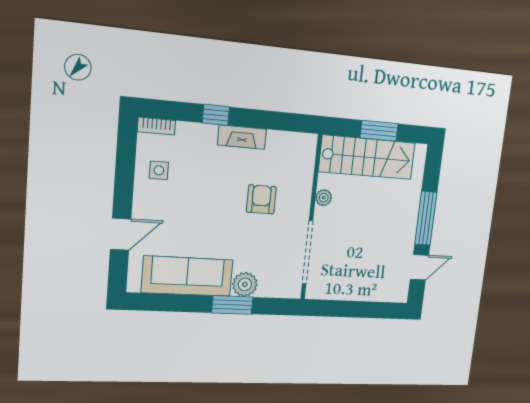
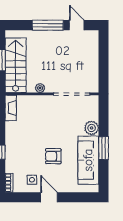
fireplace: (242, 137) -> (11, 108), moved
armchair: (261, 199) -> (53, 156), moved
door: (121, 234) -> (49, 197), moved
window: (232, 305) -> (104, 148), moved

